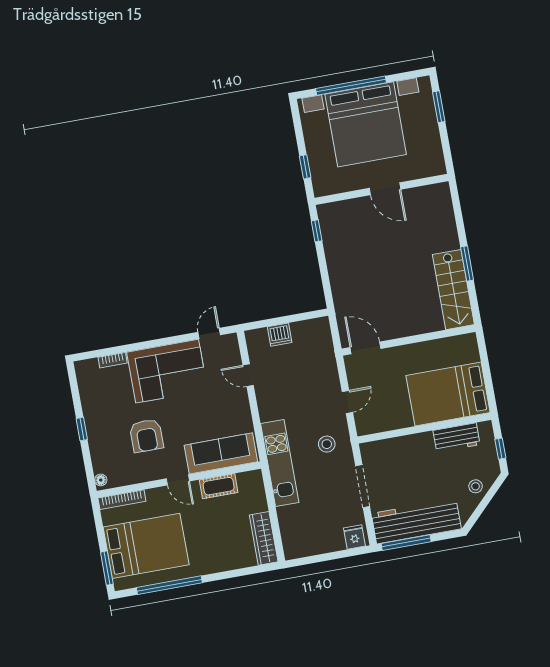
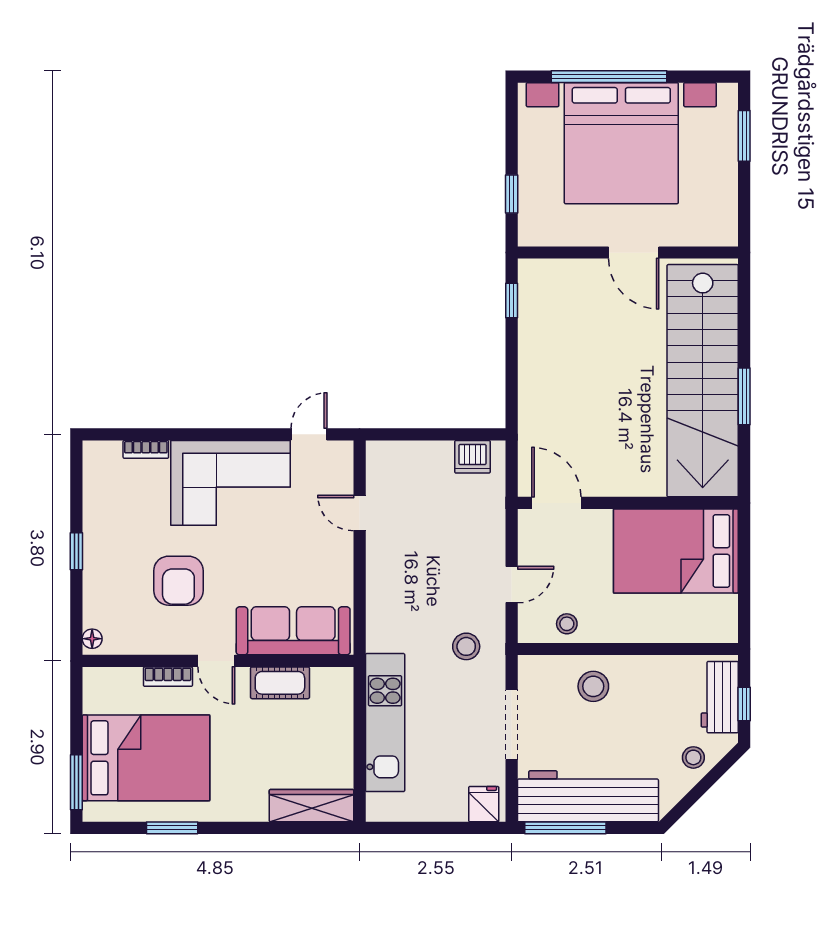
stairs: (453, 290) -> (703, 381), width x1.86, depth x1.51
dishwasher: (280, 335) -> (472, 457), moved
bed: (448, 394) -> (676, 551), moved
stool: (385, 420) -> (567, 624), added
workbench: (457, 438) -> (720, 697), moved, turned 90
stool: (408, 454) -> (593, 686), added
kitchen unit: (280, 463) -> (385, 723), moved
bookcase: (122, 500) -> (168, 677), moved, width x0.64
wardrobe: (264, 538) -> (312, 806), moved, turned 90
window: (169, 585) -> (172, 828), width x0.47

